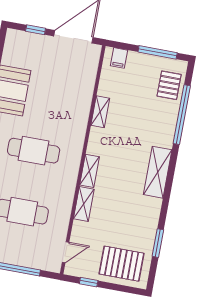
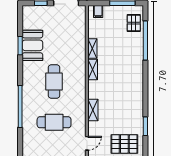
cafe table: (34, 151) -> (54, 81), turned 90
shelving: (90, 171) -> (93, 69), moved
shelving: (158, 172) -> (137, 81), removed

